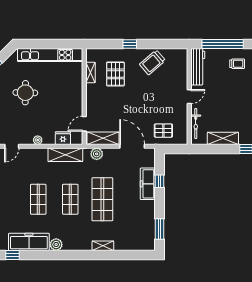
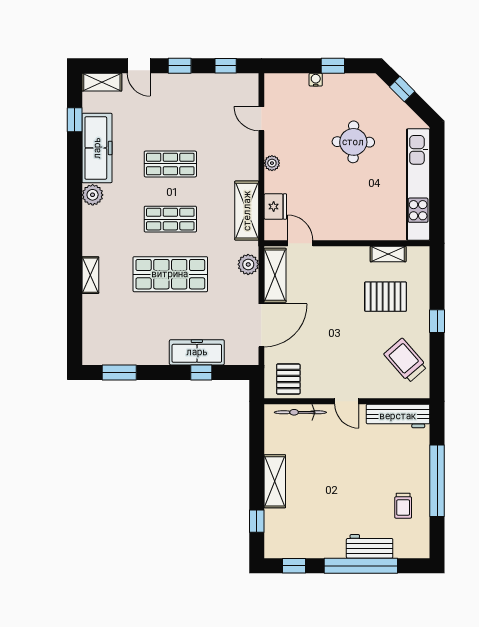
workbench: (198, 67) -> (398, 416), moved
wall: (189, 96) -> (347, 401), moved
door: (189, 97) -> (347, 401), moved
bicycle: (196, 124) -> (300, 412), moved

